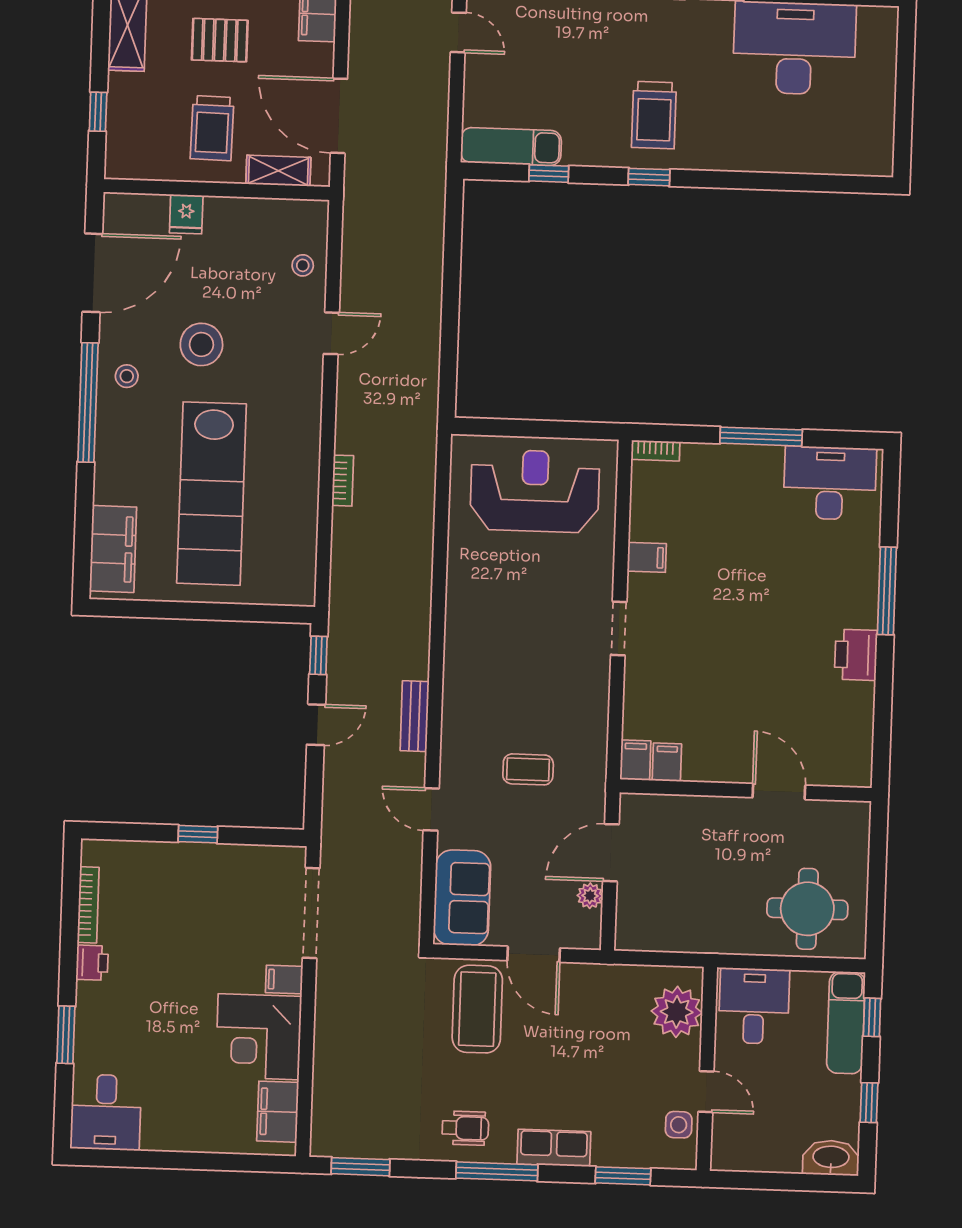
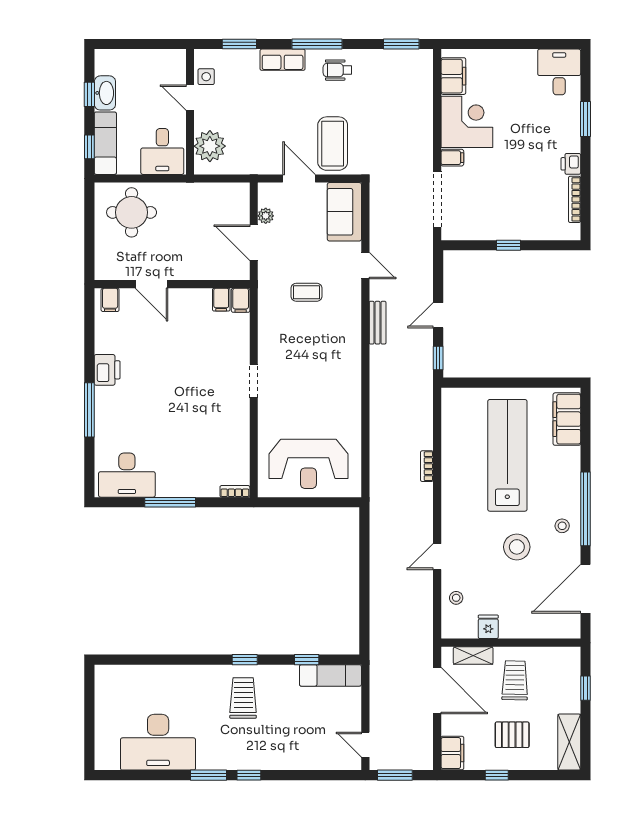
fridge: (186, 214) -> (488, 627), moved
filing cabinet: (647, 557) -> (110, 300), moved, turned -90
door: (611, 853) -> (254, 243), swing flipped
washbasin: (831, 1158) -> (105, 93), moved, turned -90

